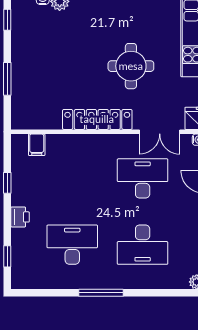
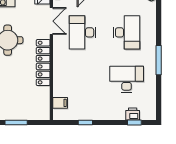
printer: (20, 217) -> (133, 114), moved
desk: (72, 245) -> (127, 79), turned 90

